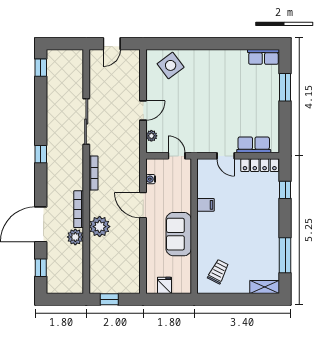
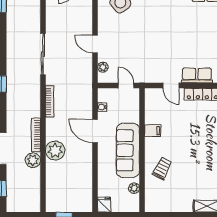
door: (143, 111) -> (95, 44), swing flipped
sofa: (179, 234) -> (128, 150), width x1.36
plant: (185, 267) -> (134, 188), added
trolley: (218, 272) -> (162, 168), moved
fridge: (164, 285) -> (104, 205), moved

